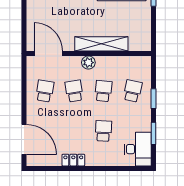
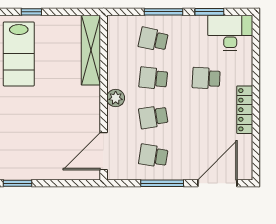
shelving: (101, 44) -> (91, 50), moved
window: (24, 98) -> (162, 183), added
window: (153, 99) -> (164, 12), width x1.44
locker: (73, 160) -> (245, 110), width x1.53

